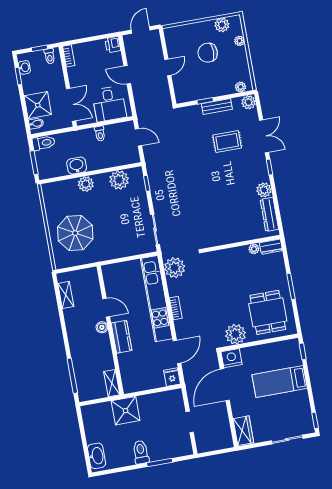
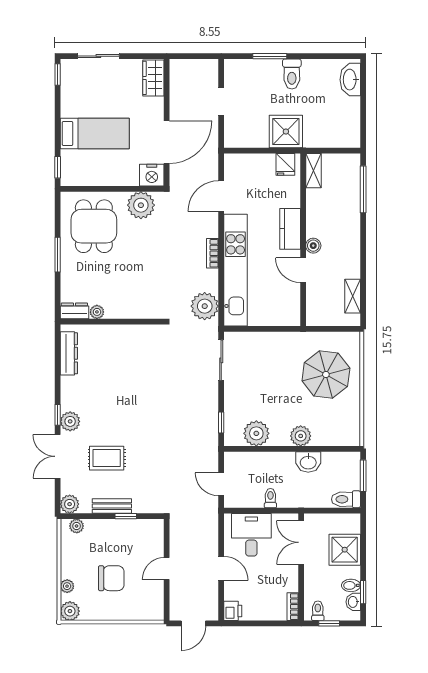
plant: (222, 25) -> (70, 611), moved
bidet: (36, 123) -> (351, 585), moved
plant: (264, 190) -> (70, 421), moved
fridge: (172, 377) -> (285, 164), moved
shower: (126, 411) -> (286, 132), moved

